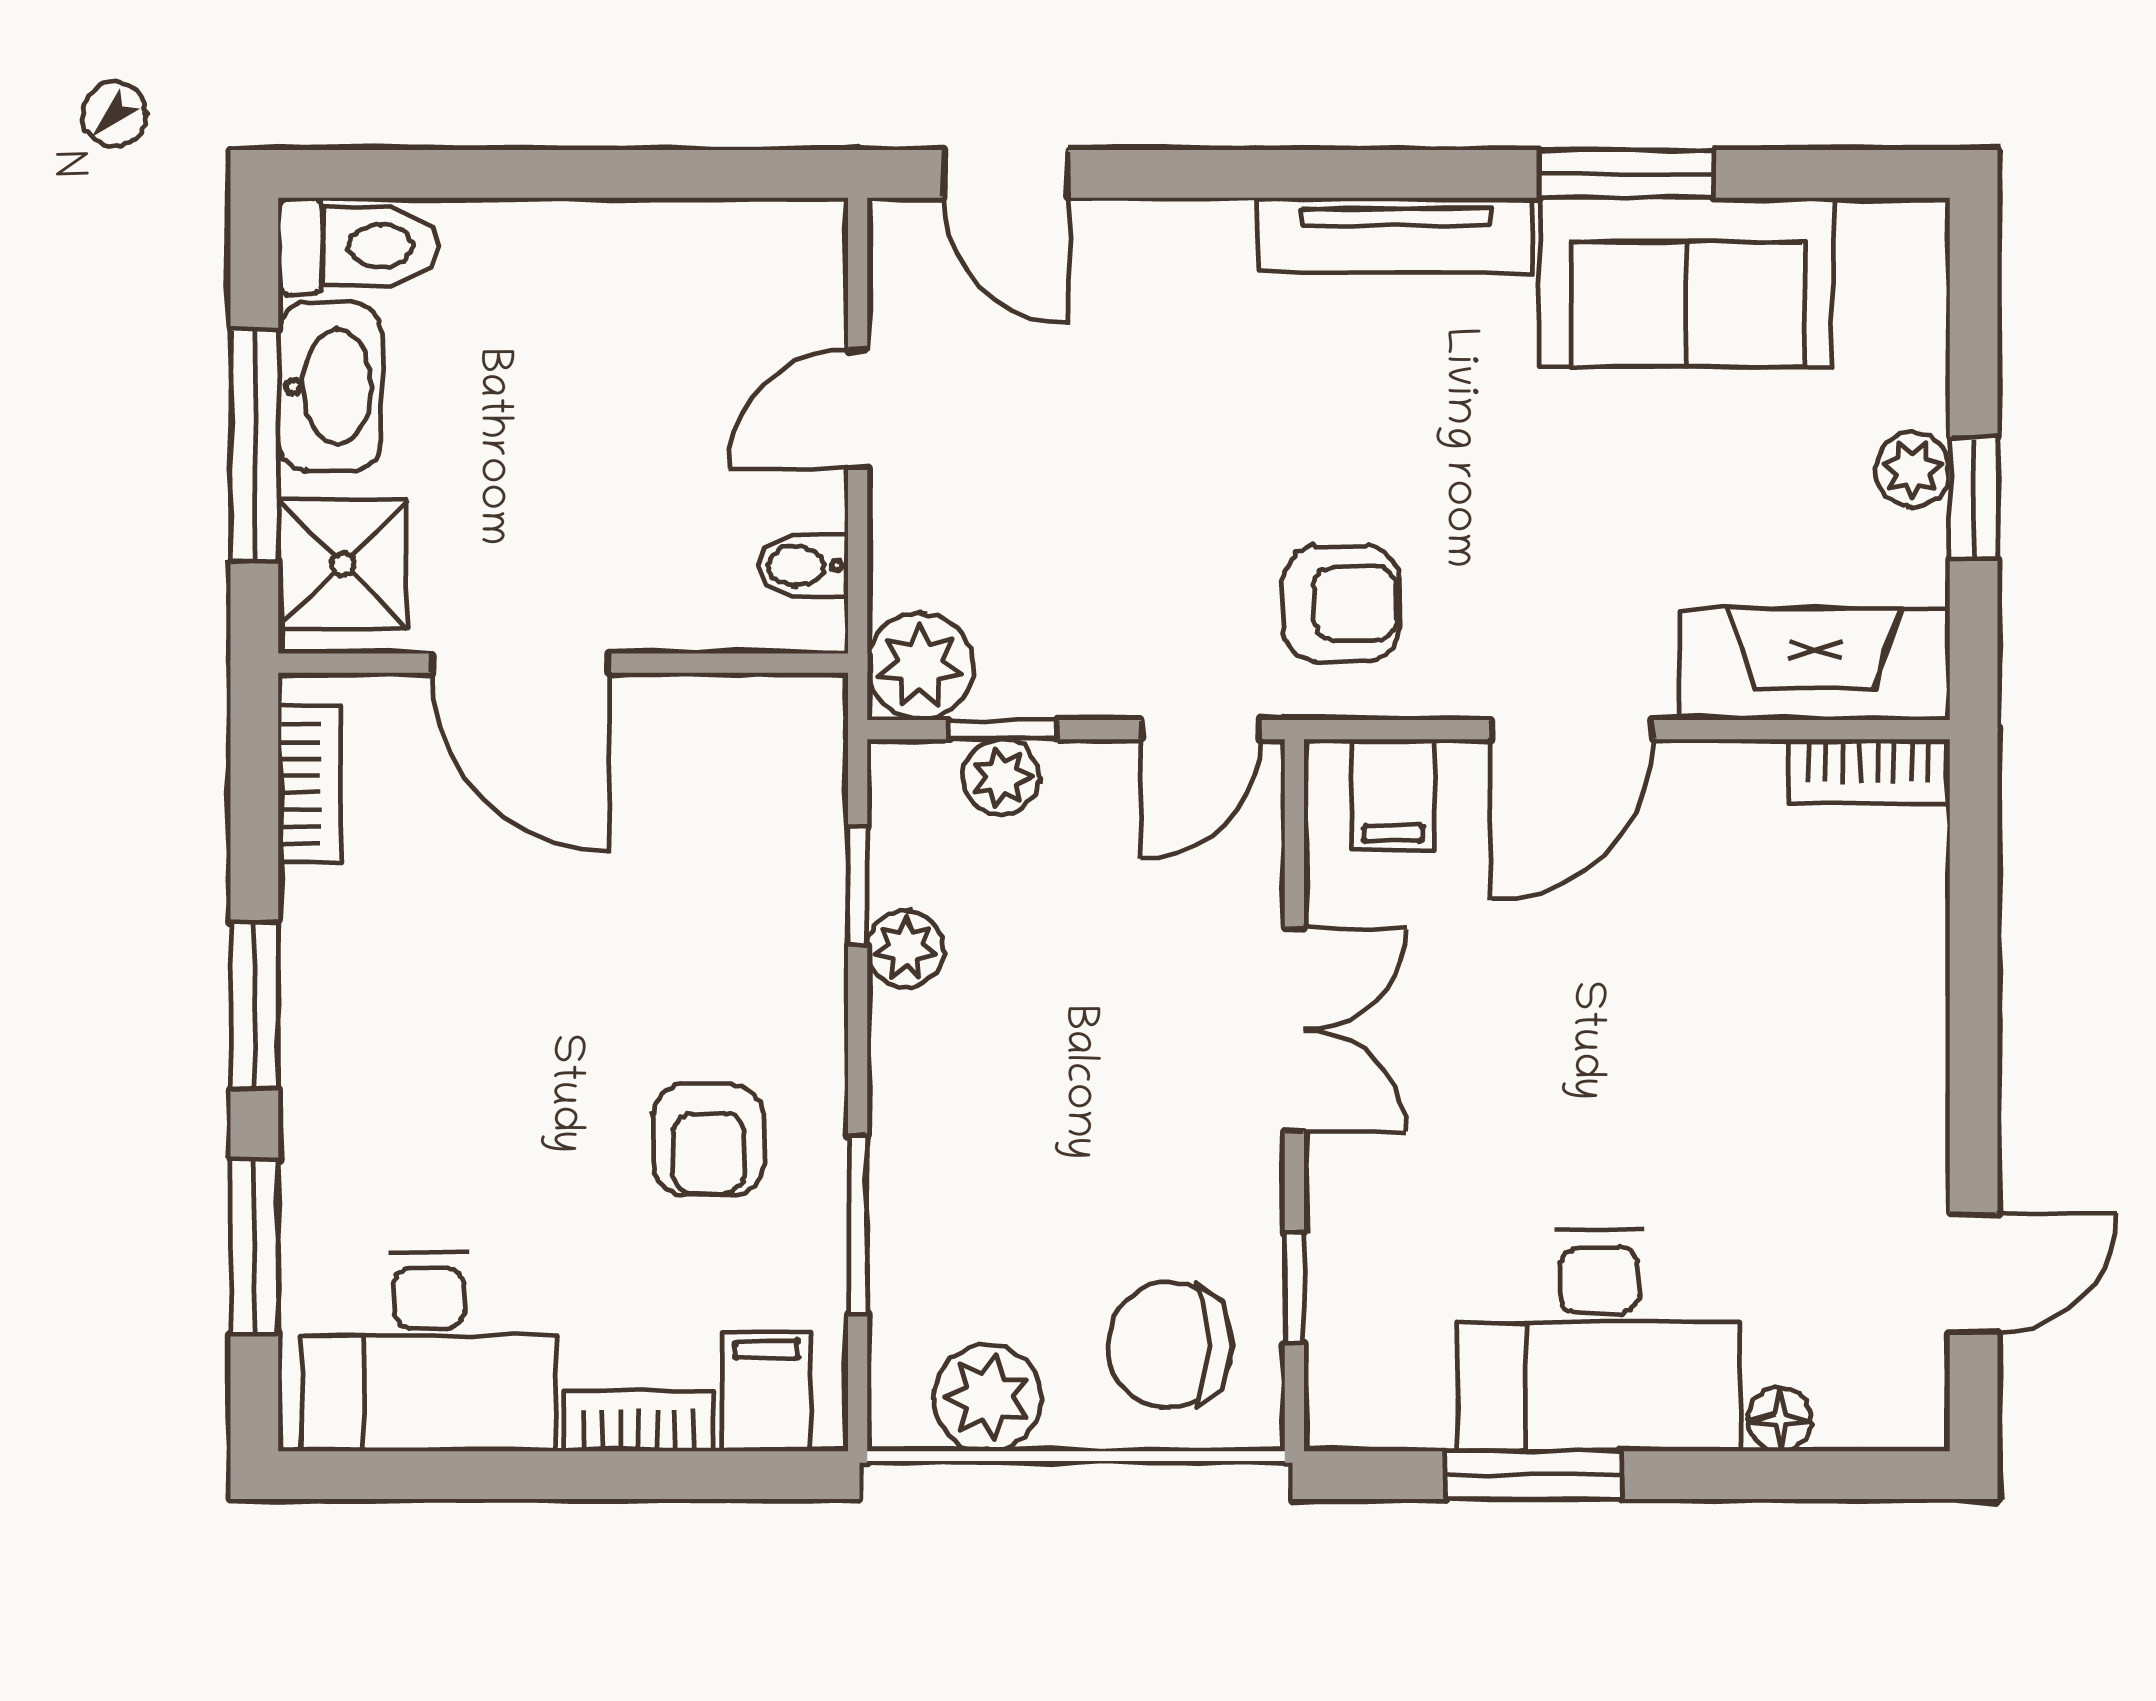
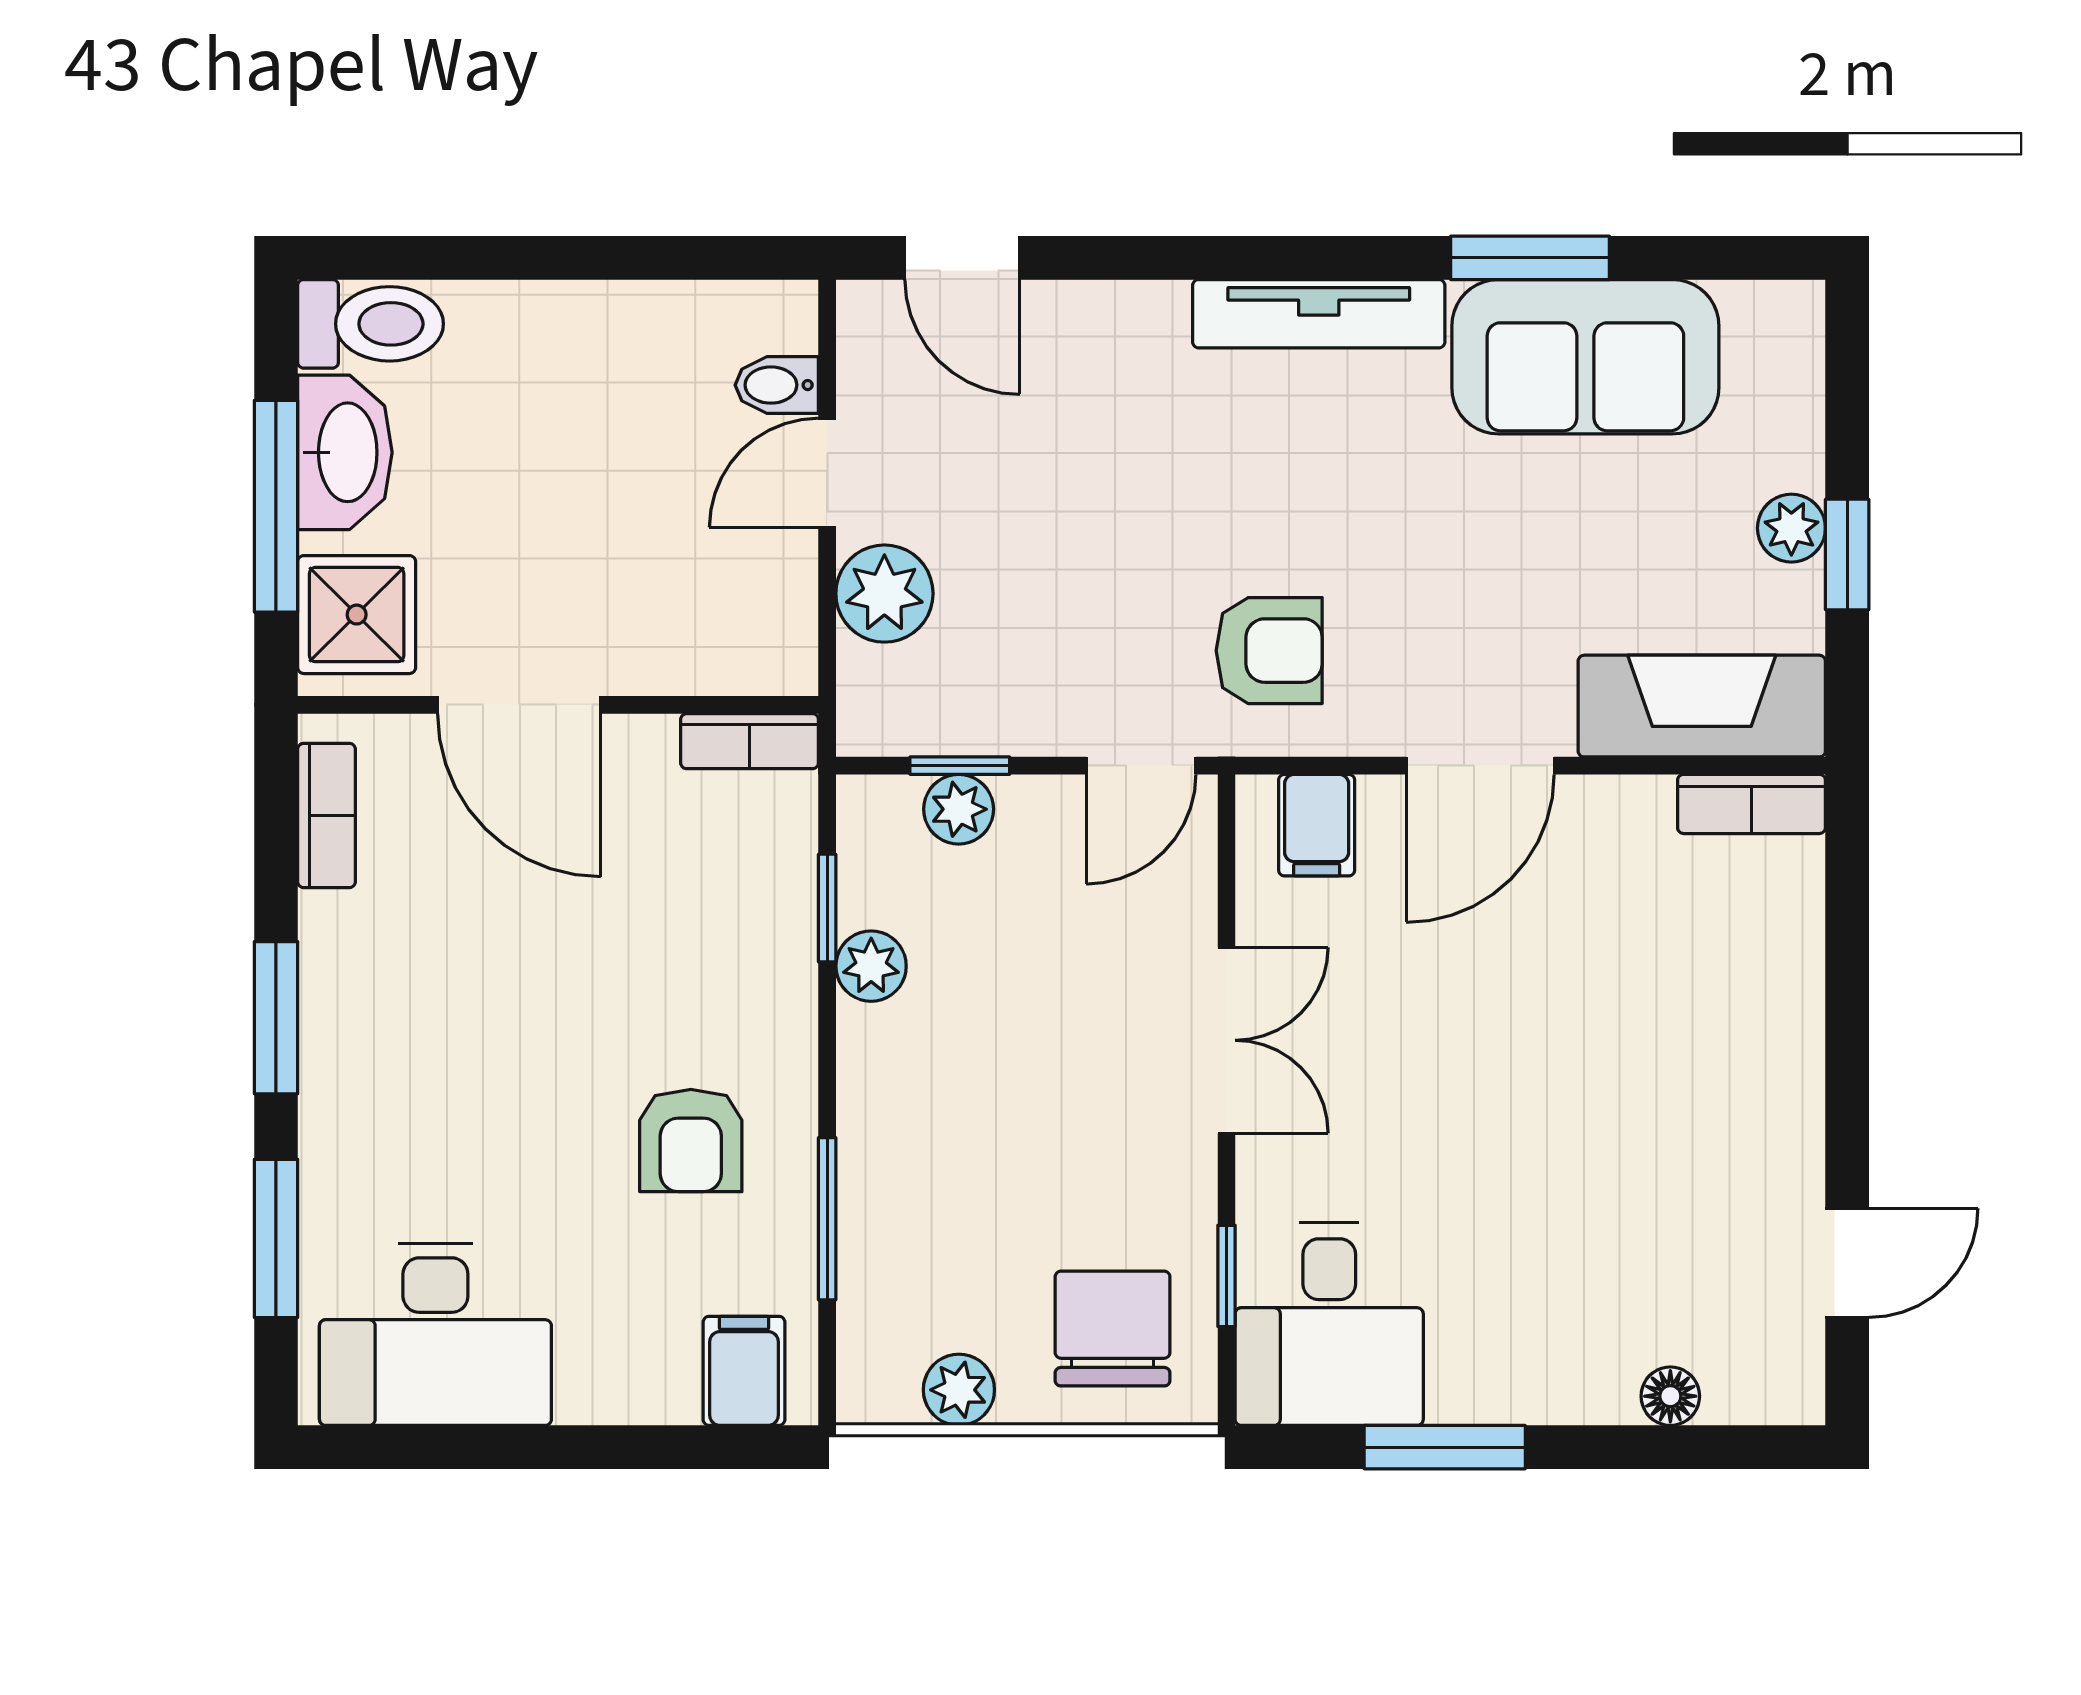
bidet: (802, 566) -> (777, 385), moved
plant: (920, 666) -> (884, 594), moved
desk: (1599, 1340) -> (1329, 1324), moved, width x0.73
chair: (1170, 1345) -> (1113, 1328), turned 90
plant: (987, 1398) -> (959, 1390), width x0.73, depth x0.73
bookcase: (639, 1421) -> (750, 741), moved, turned 180

